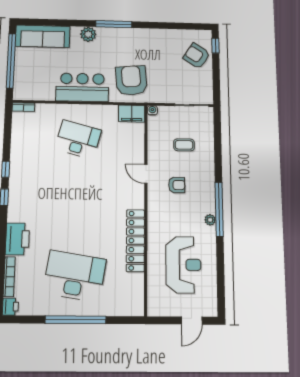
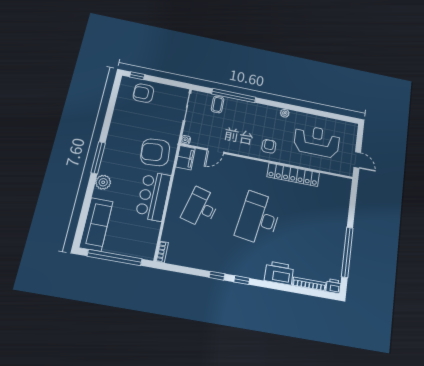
armchair: (197, 56) -> (143, 93), turned 57
coffee table: (184, 145) -> (218, 104), moved
door: (146, 174) -> (215, 151), moved
armchair: (177, 185) -> (269, 146), moved
window: (219, 209) -> (234, 96), moved
desk: (75, 276) -> (259, 218), moved
window: (76, 320) -> (347, 252), moved
door: (192, 321) -> (357, 160), moved

